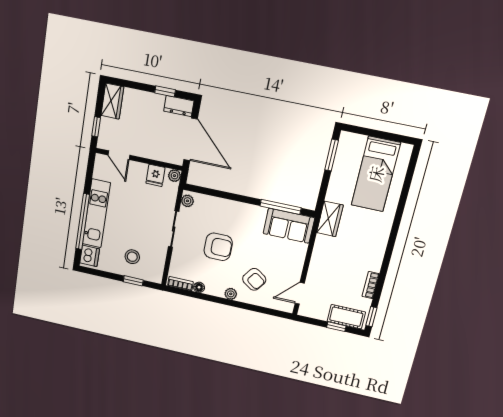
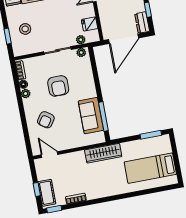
plant: (174, 176) -> (81, 40), moved
wardrobe: (330, 219) -> (103, 153), width x1.50
sofa: (289, 226) -> (91, 116), moved
plant: (231, 294) -> (26, 94), moved

